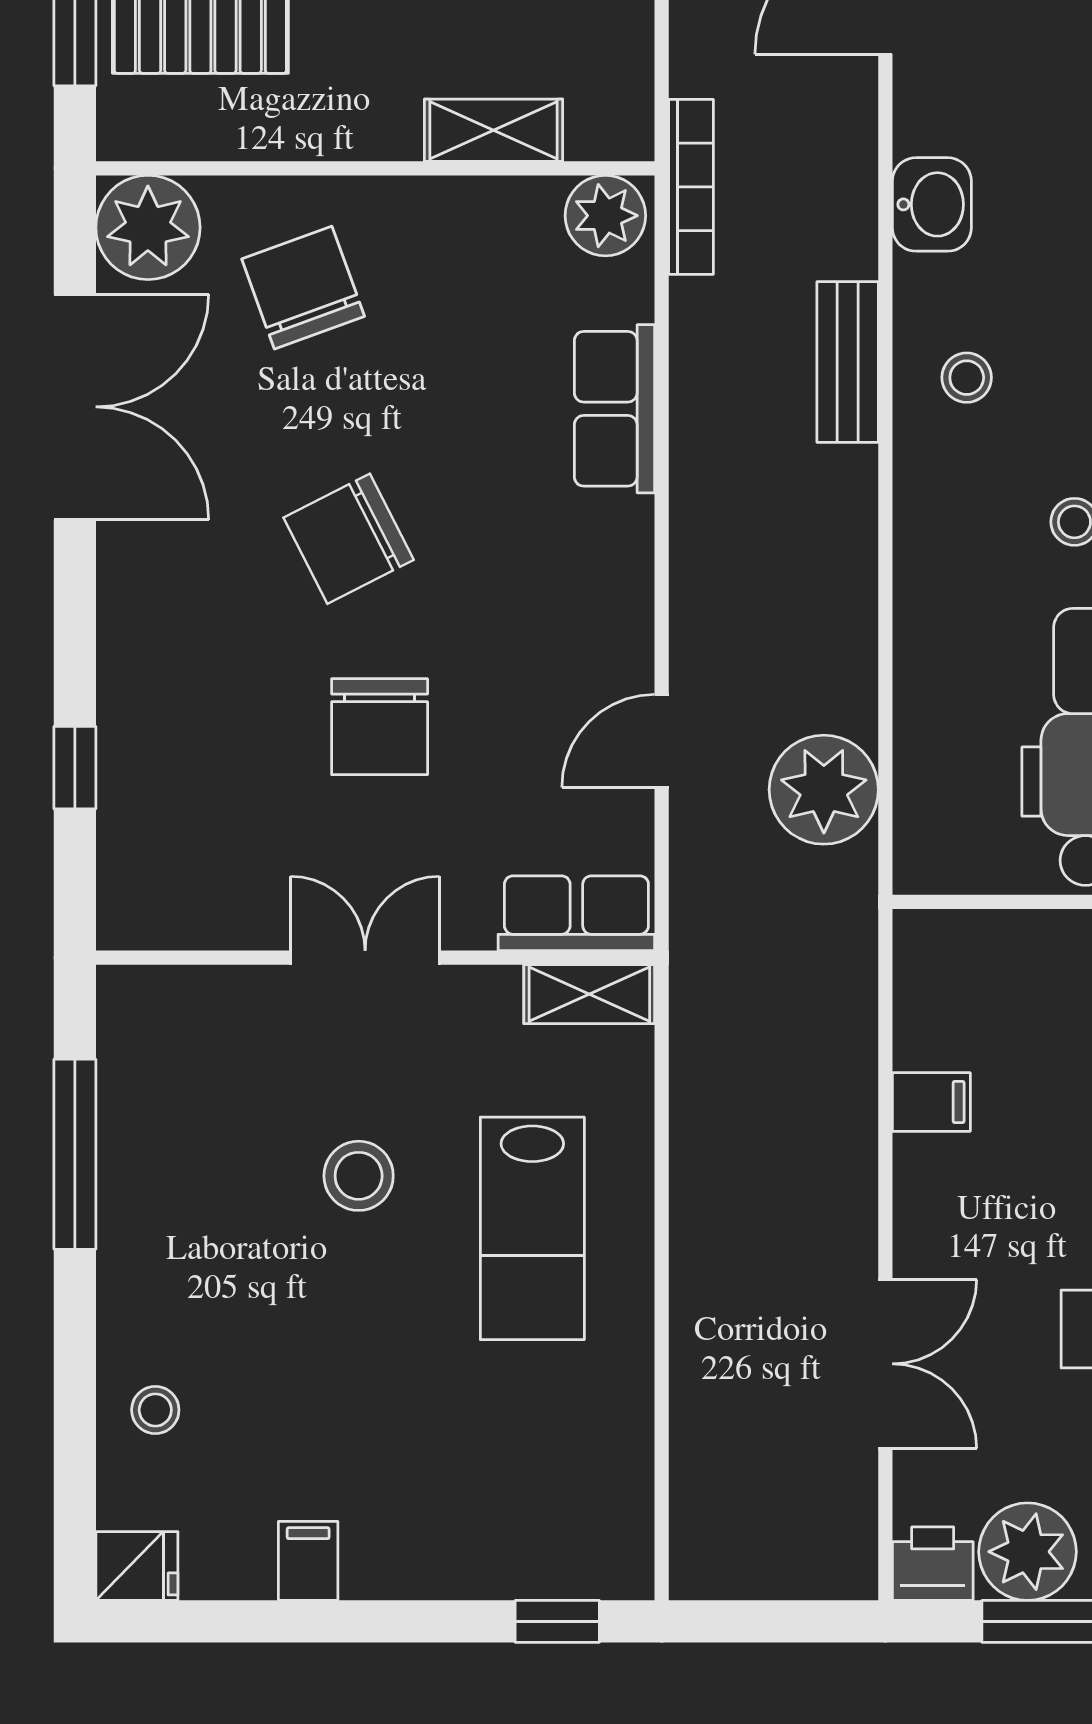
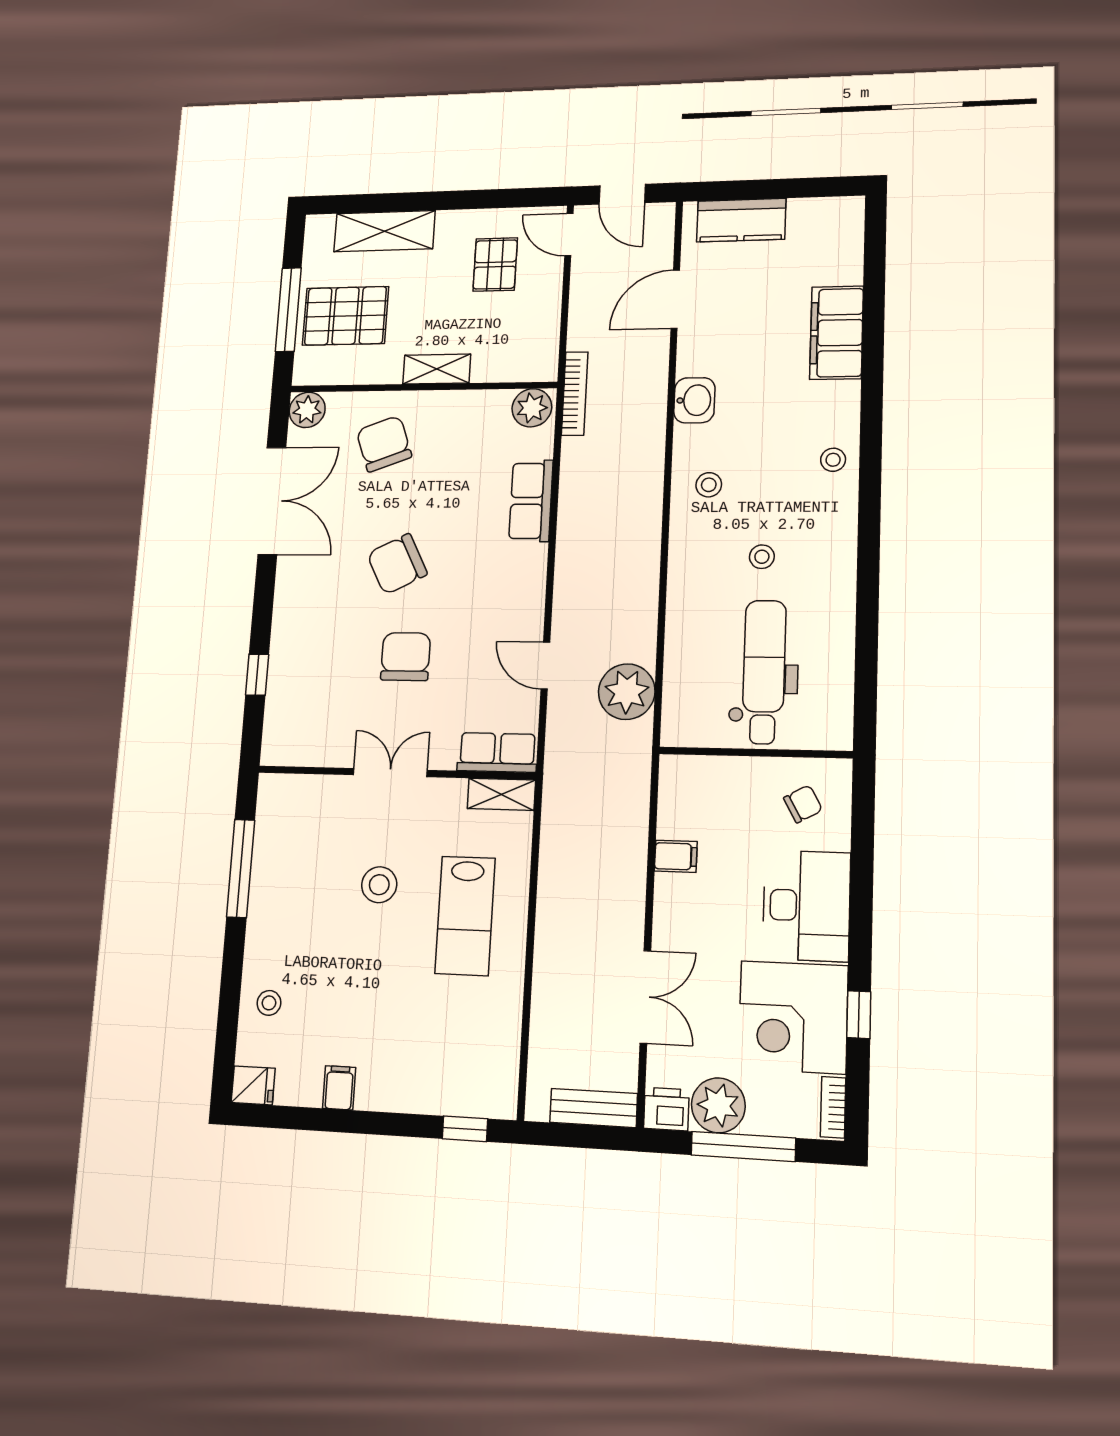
shelving: (494, 130) -> (437, 369), moved
plant: (148, 227) -> (307, 410), width x0.73, depth x0.73
bench: (848, 362) -> (594, 1108), moved, turned 90
chair: (380, 727) -> (406, 657), turned 180
door: (662, 741) -> (545, 666), hinge flipped

